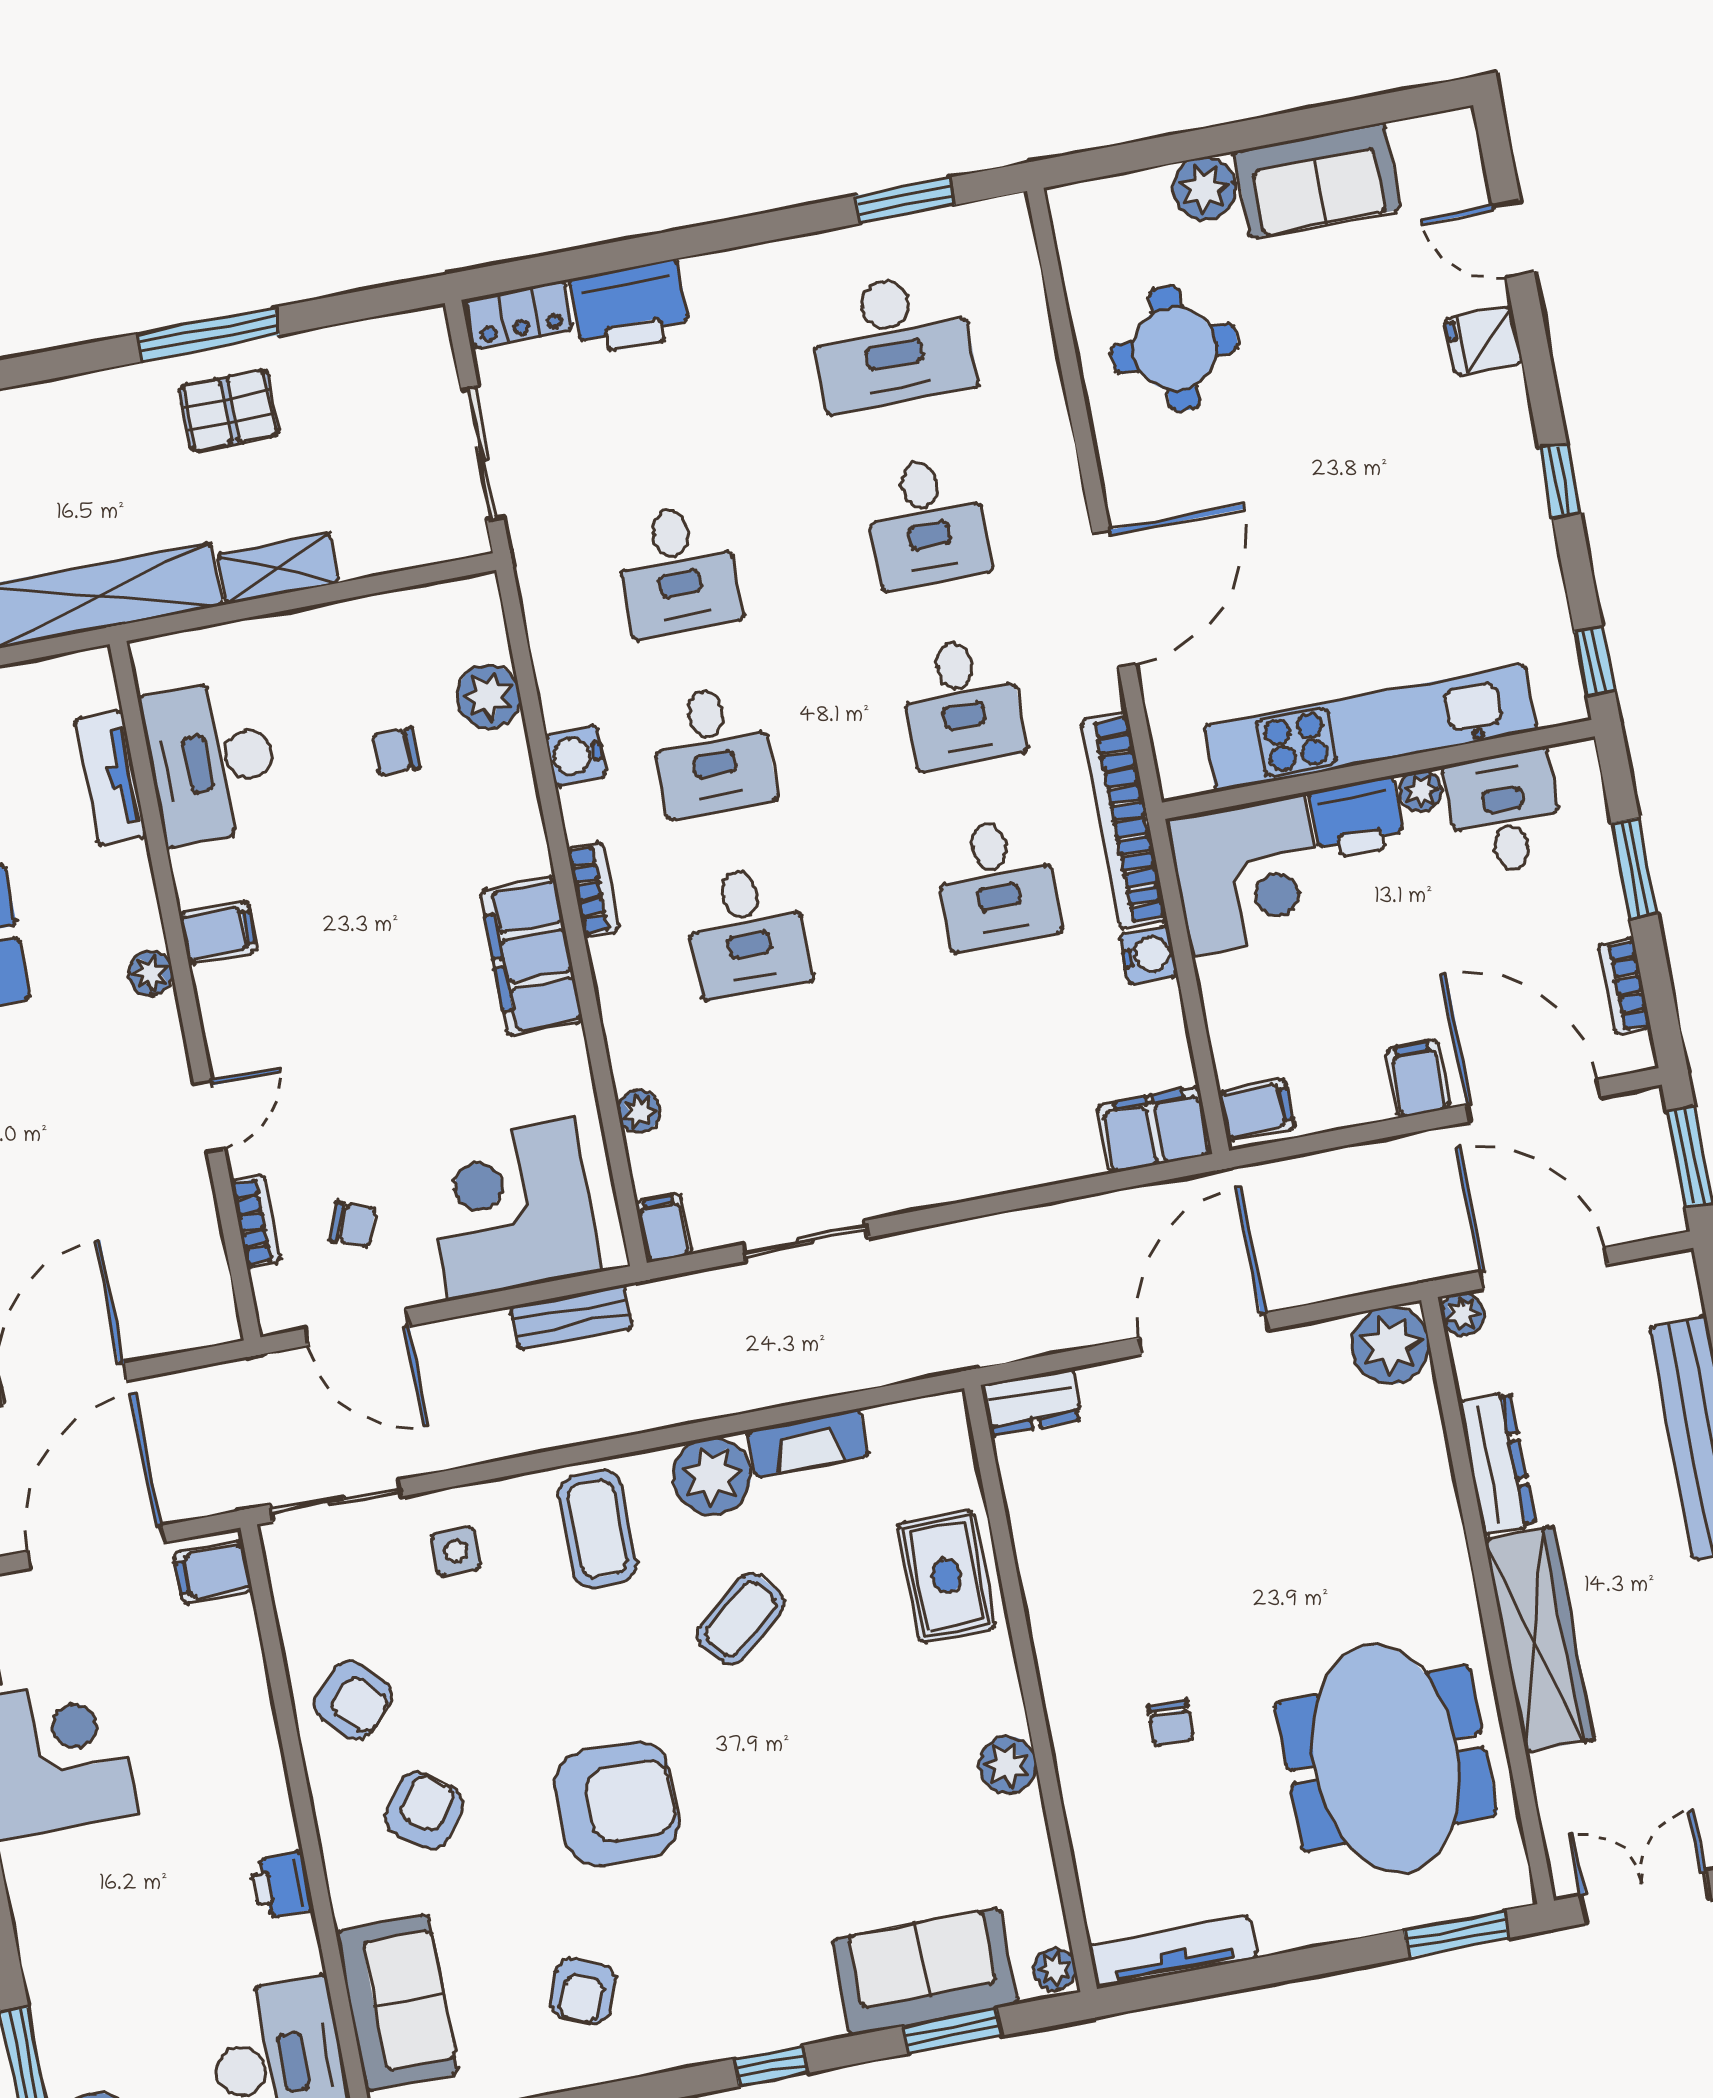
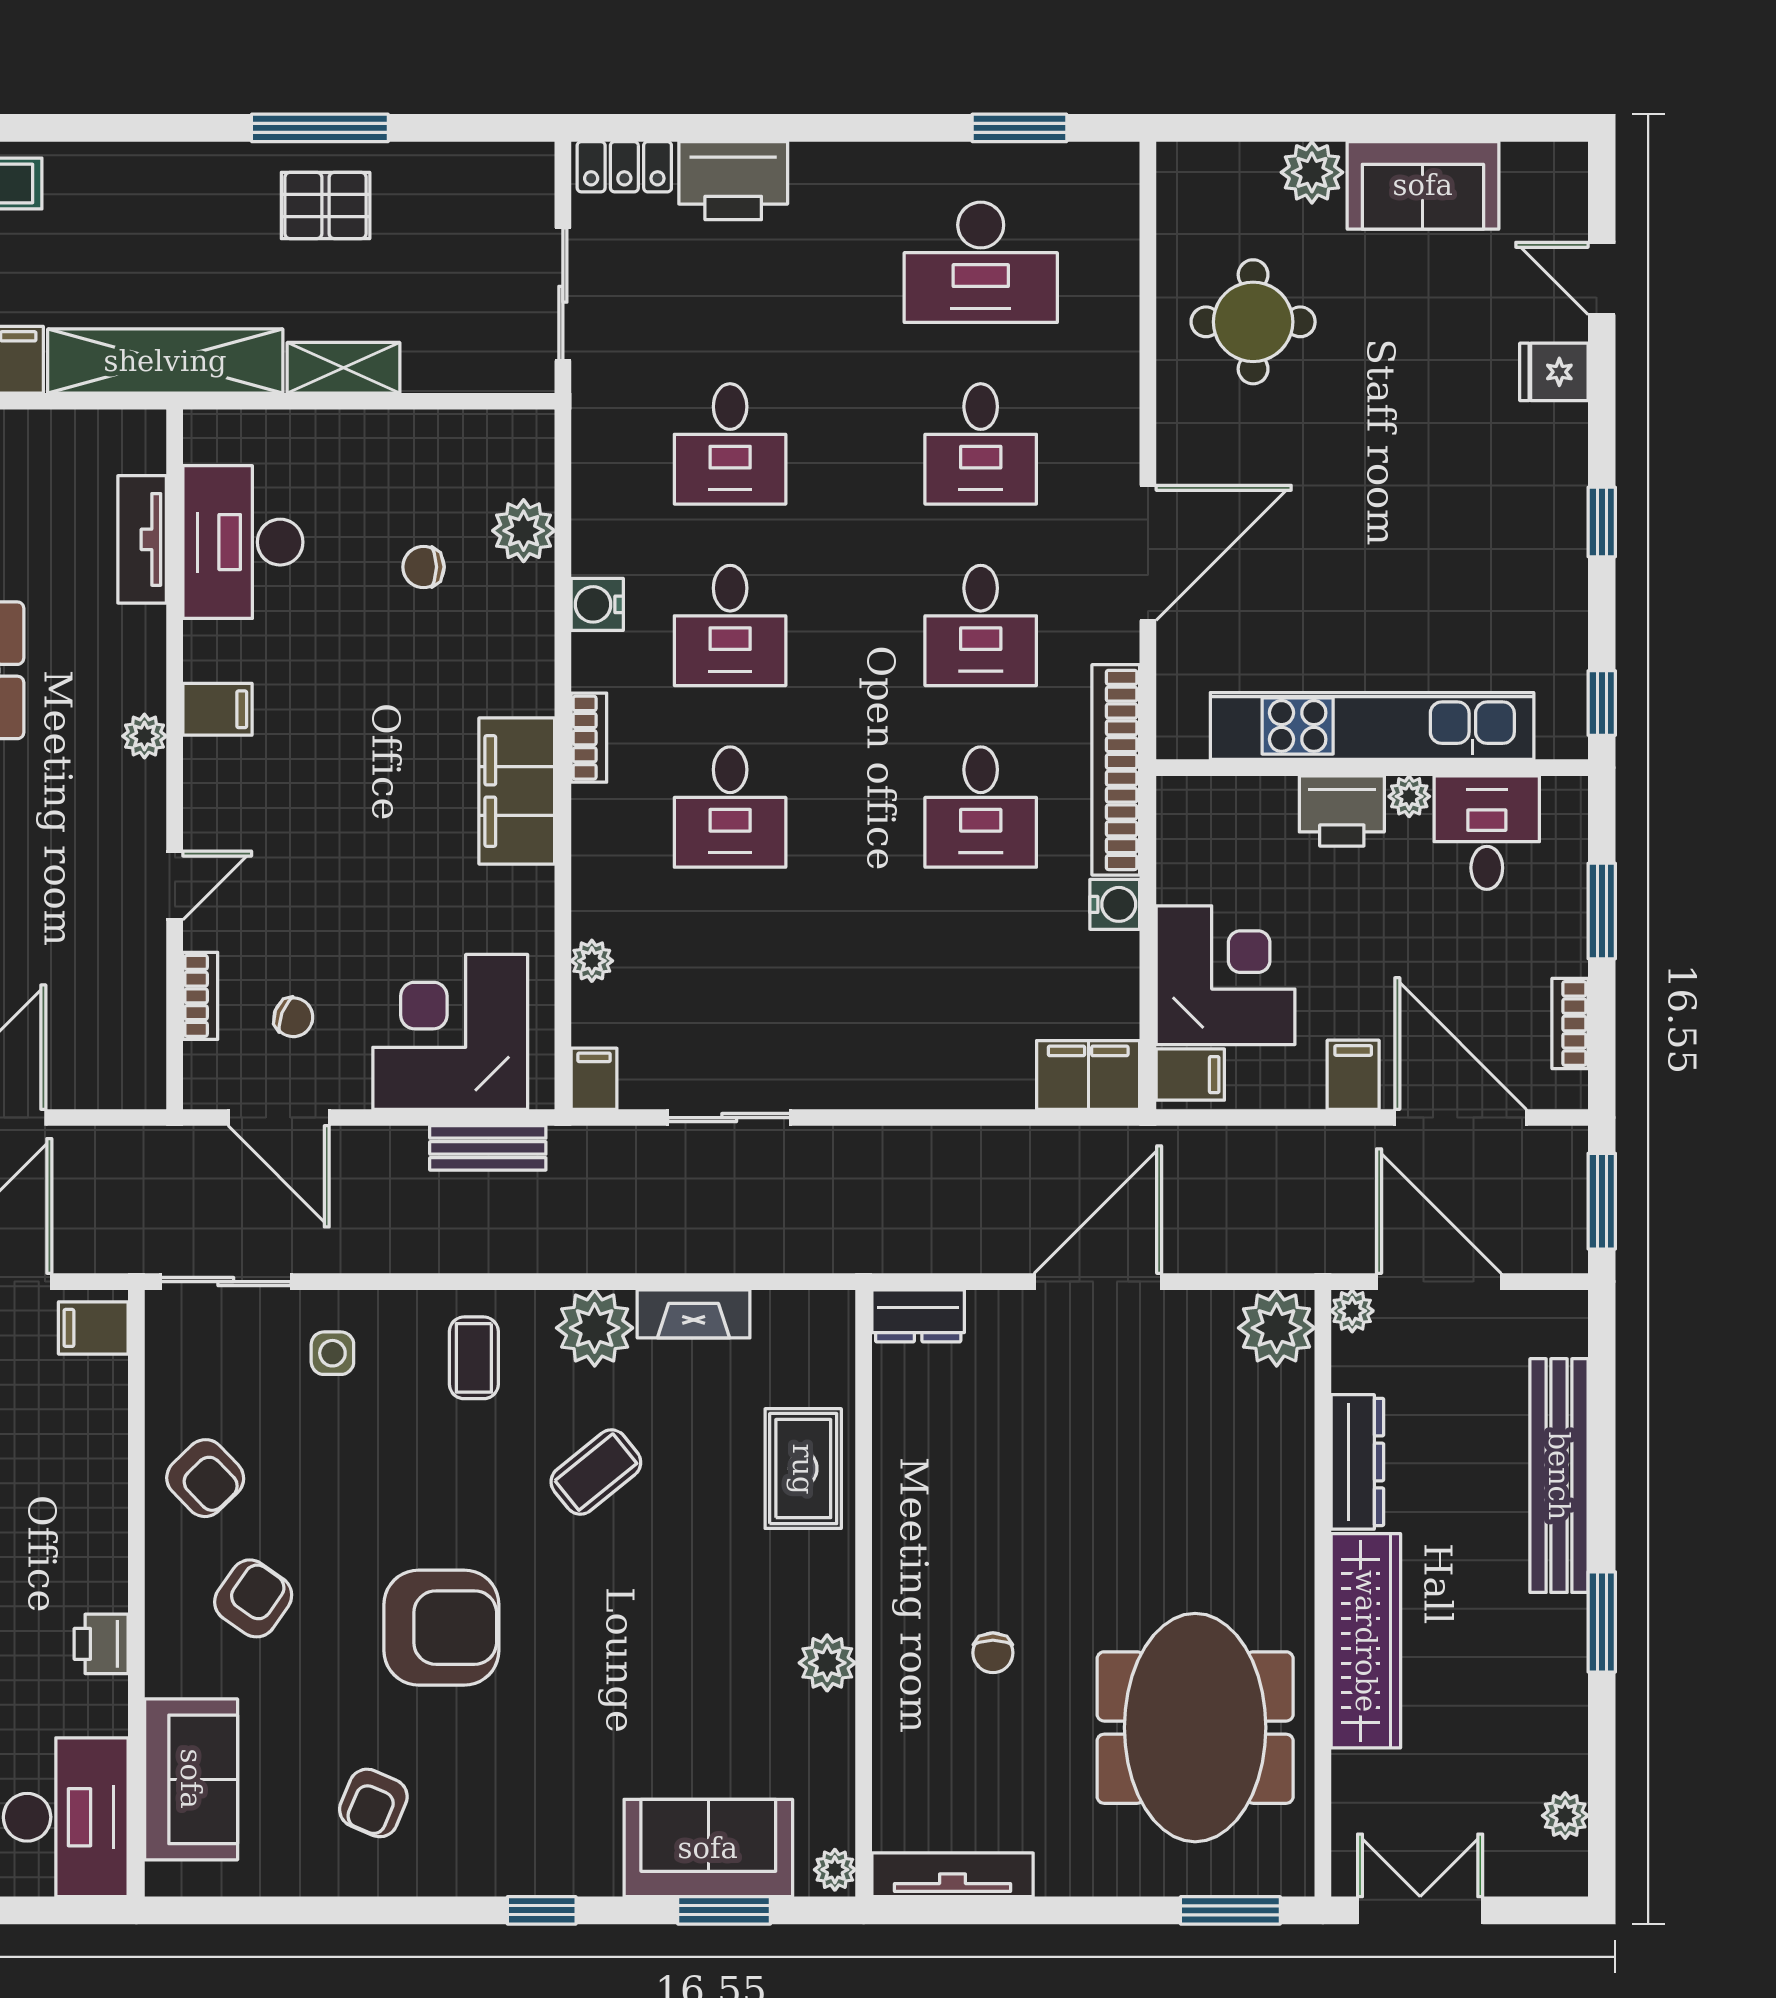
corner desk: (1247, 875) -> (1226, 975), moved, turned -90
coffee table: (598, 1529) -> (474, 1358), width x0.73, depth x0.77

